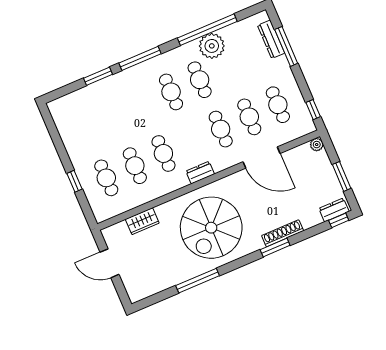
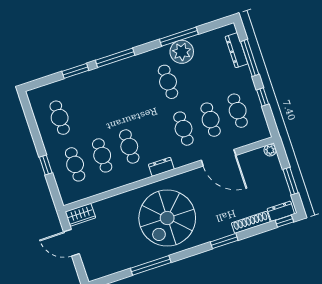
window: (207, 30) -> (179, 37), width x0.68
cafe table: (171, 92) -> (60, 118), moved
window: (313, 110) -> (263, 97), moved
wardrobe: (142, 221) -> (80, 215), moved
shoe rack: (283, 233) -> (251, 222), moved

